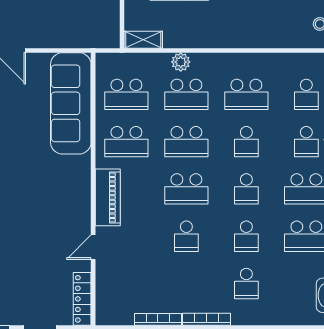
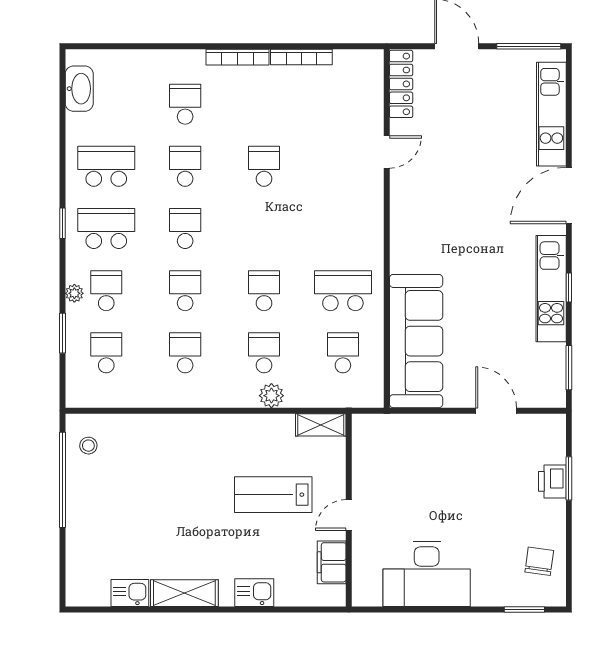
school desk: (126, 94) -> (343, 353), width x0.54
school desk: (186, 94) -> (264, 353), width x0.54
school desk: (246, 94) -> (185, 353), width x0.54
school desk: (186, 142) -> (264, 291), width x0.54
school desk: (186, 189) -> (264, 228), removed
piano: (108, 197) -> (368, 217), removed

